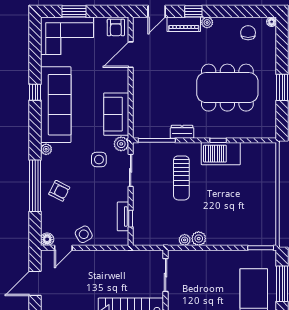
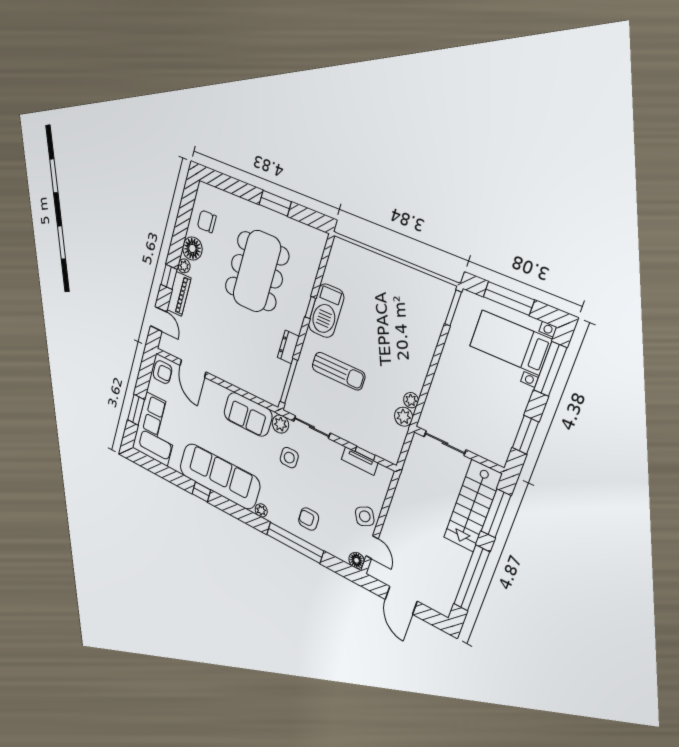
floor lamp: (272, 22) -> (192, 249), moved, width x1.89, depth x1.89
armchair: (59, 191) -> (309, 519), turned -117
plant: (199, 239) -> (404, 417), moved

